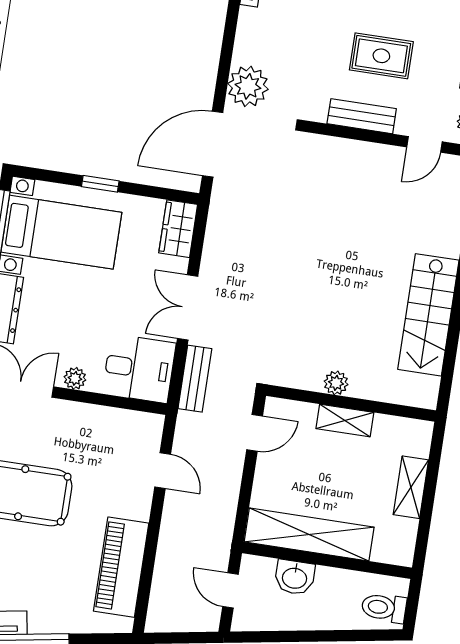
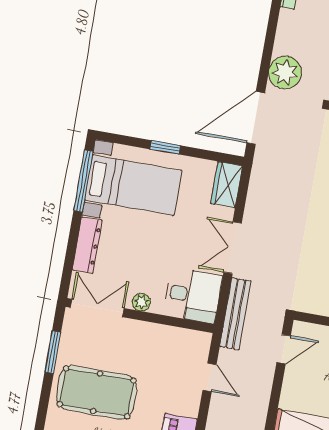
bench: (195, 379) -> (235, 314), width x1.36

